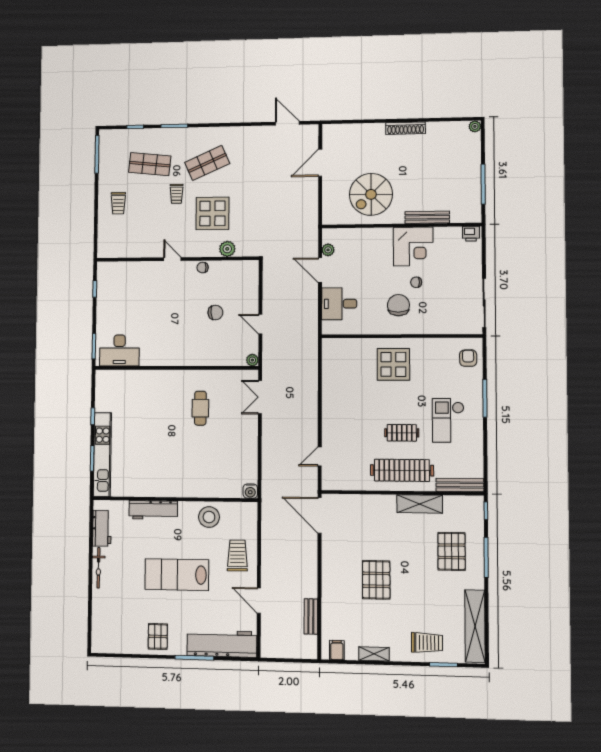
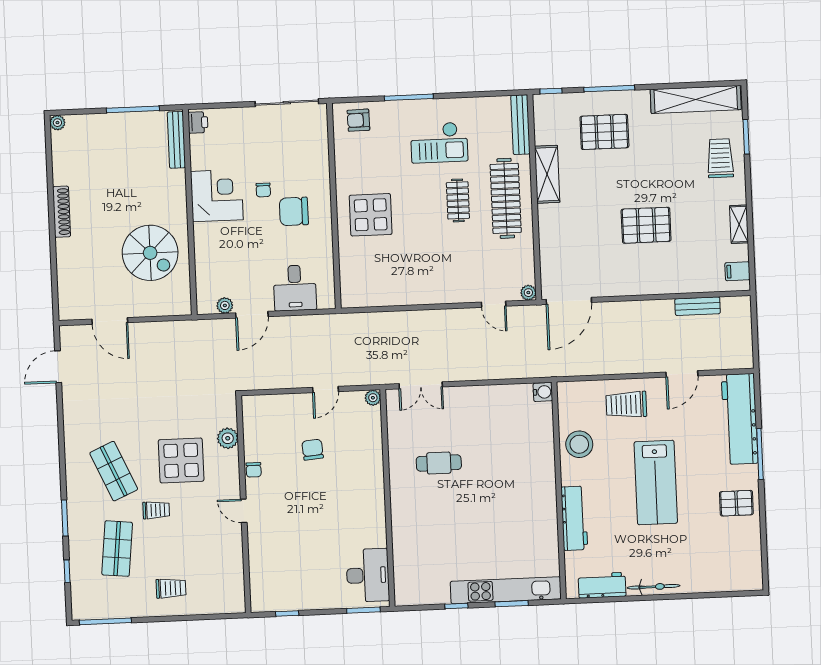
bench: (427, 217) -> (176, 140), moved
door: (172, 259) -> (244, 511), hinge flipped
plant: (327, 484) -> (528, 293), added

